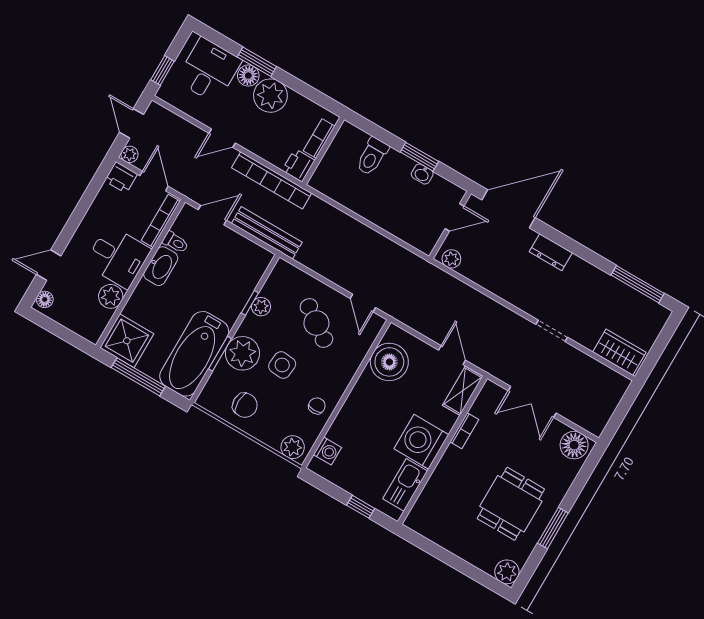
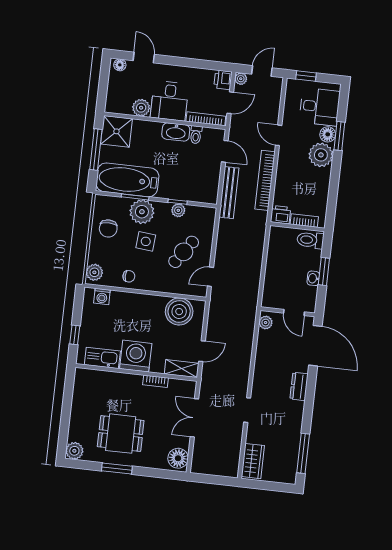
bookcase: (319, 138) -> (304, 220), moved
wall: (323, 151) -> (297, 227), moved
printer: (299, 165) -> (281, 215), moved

